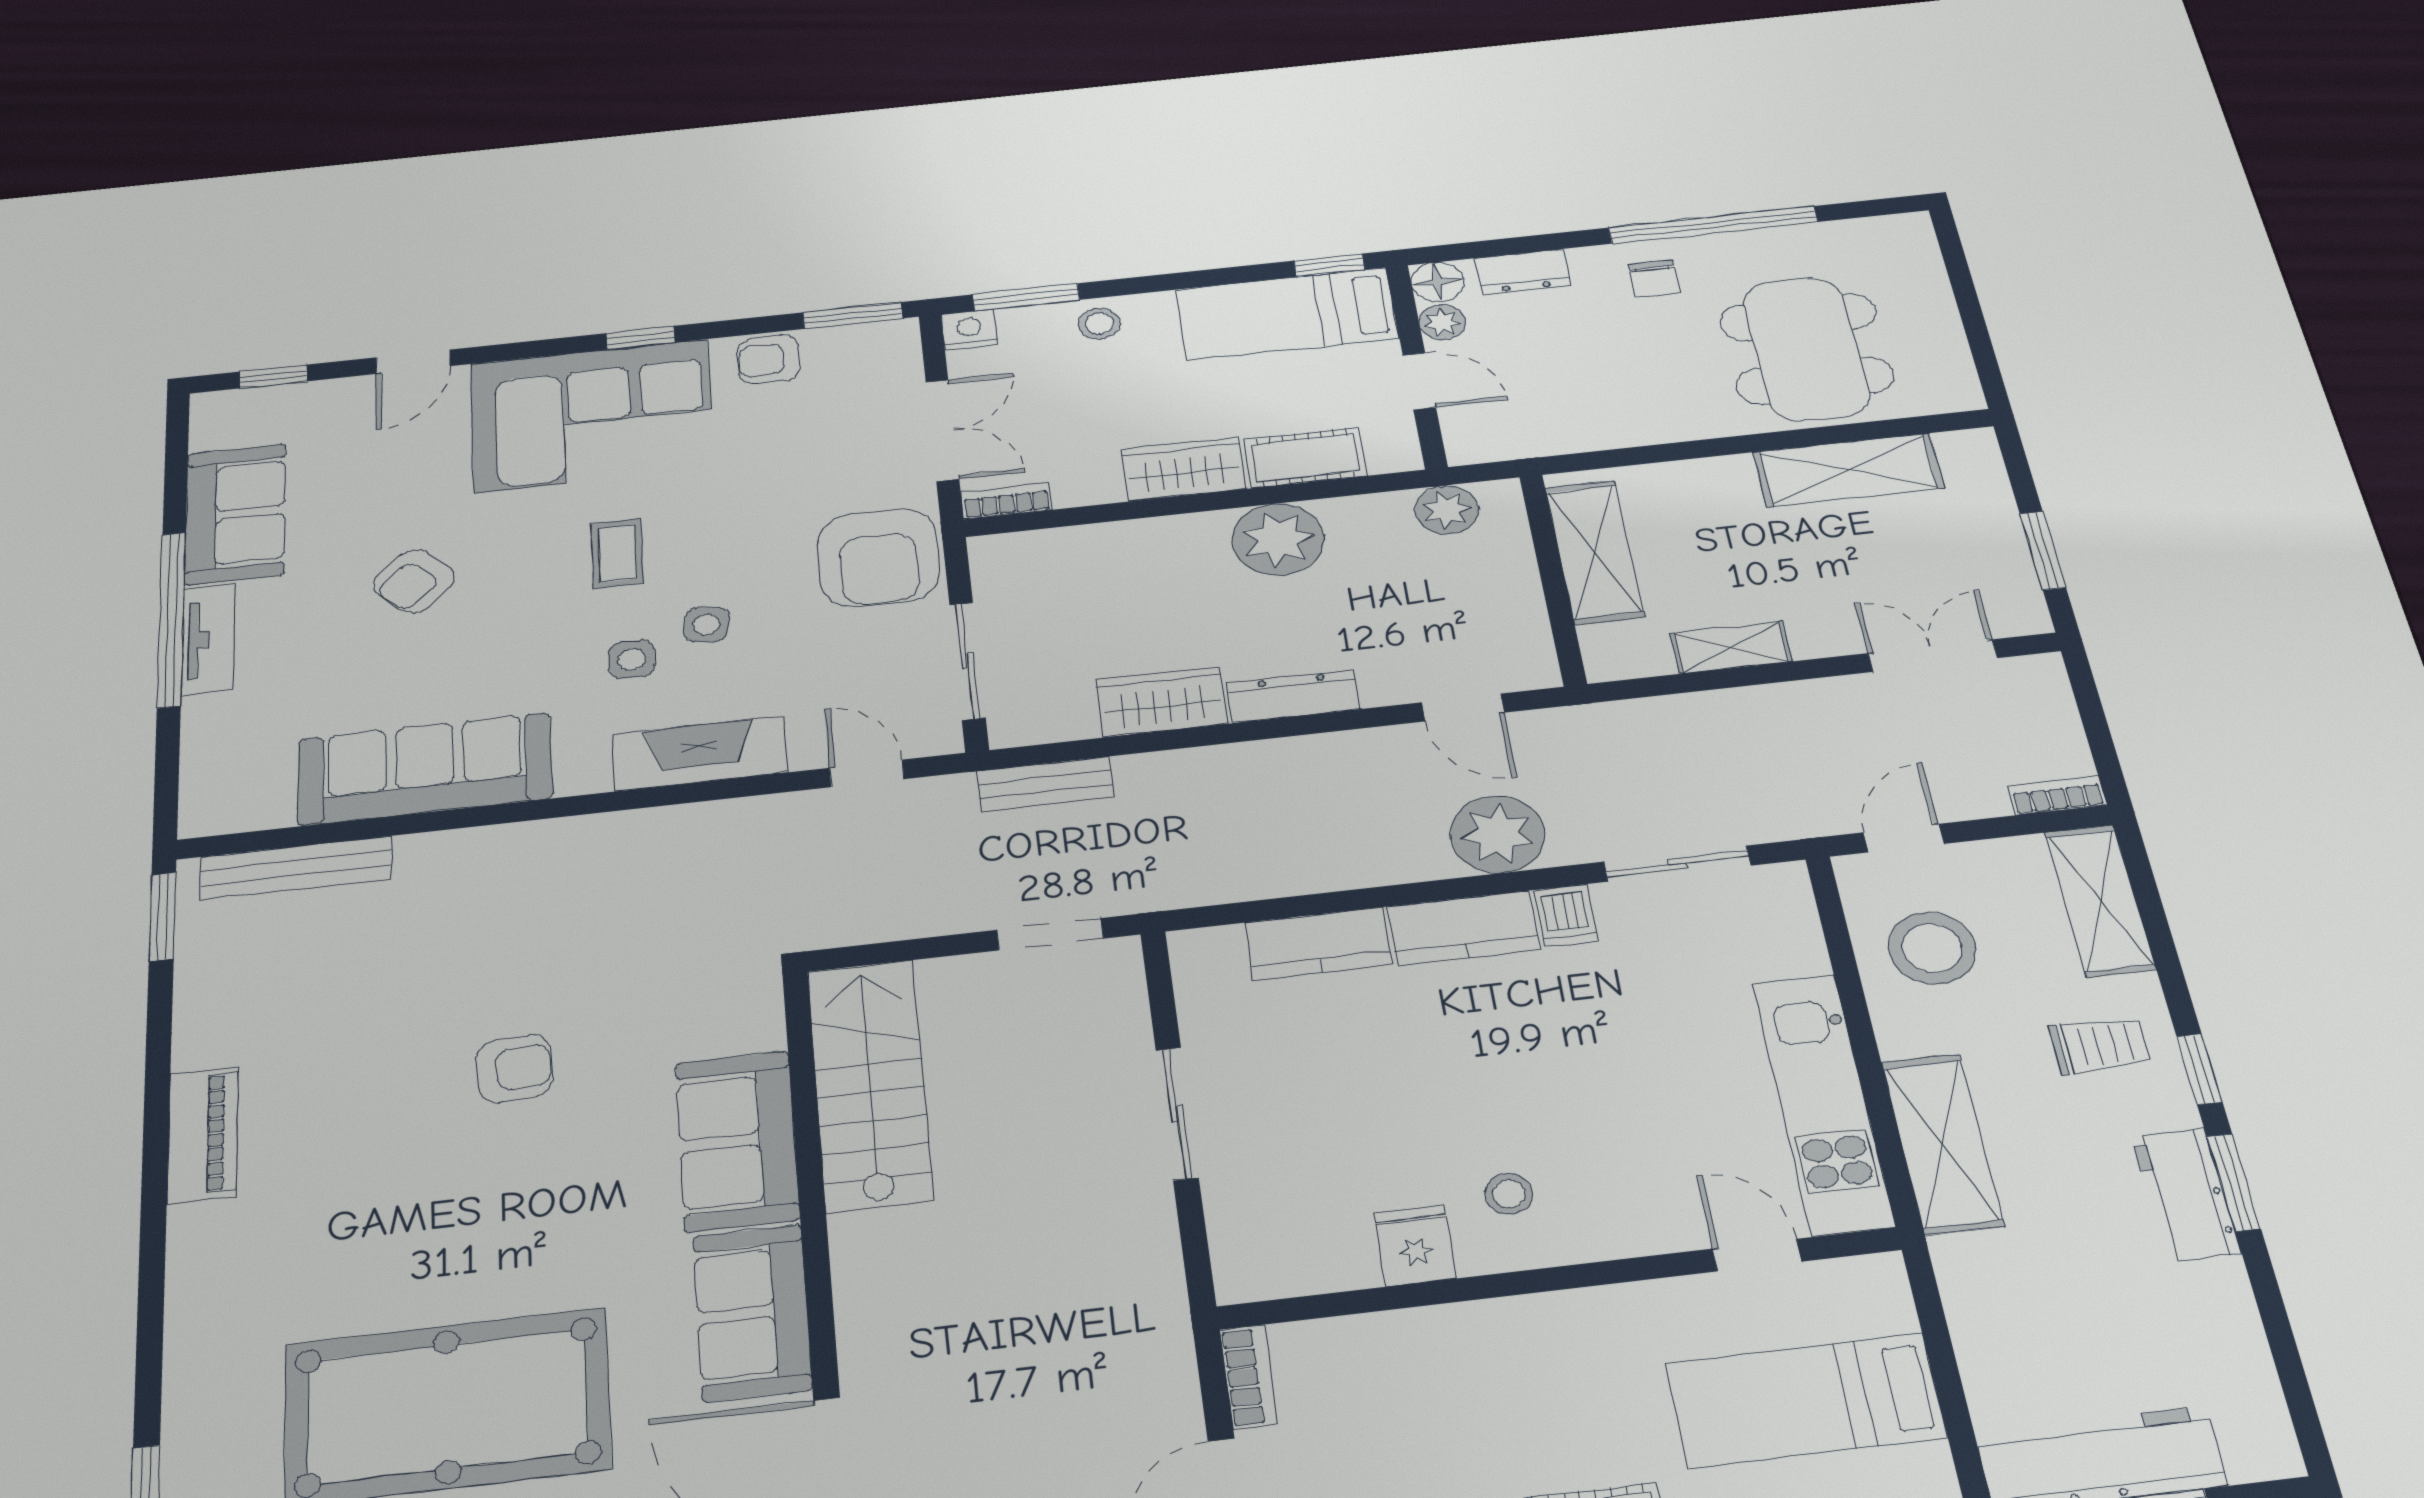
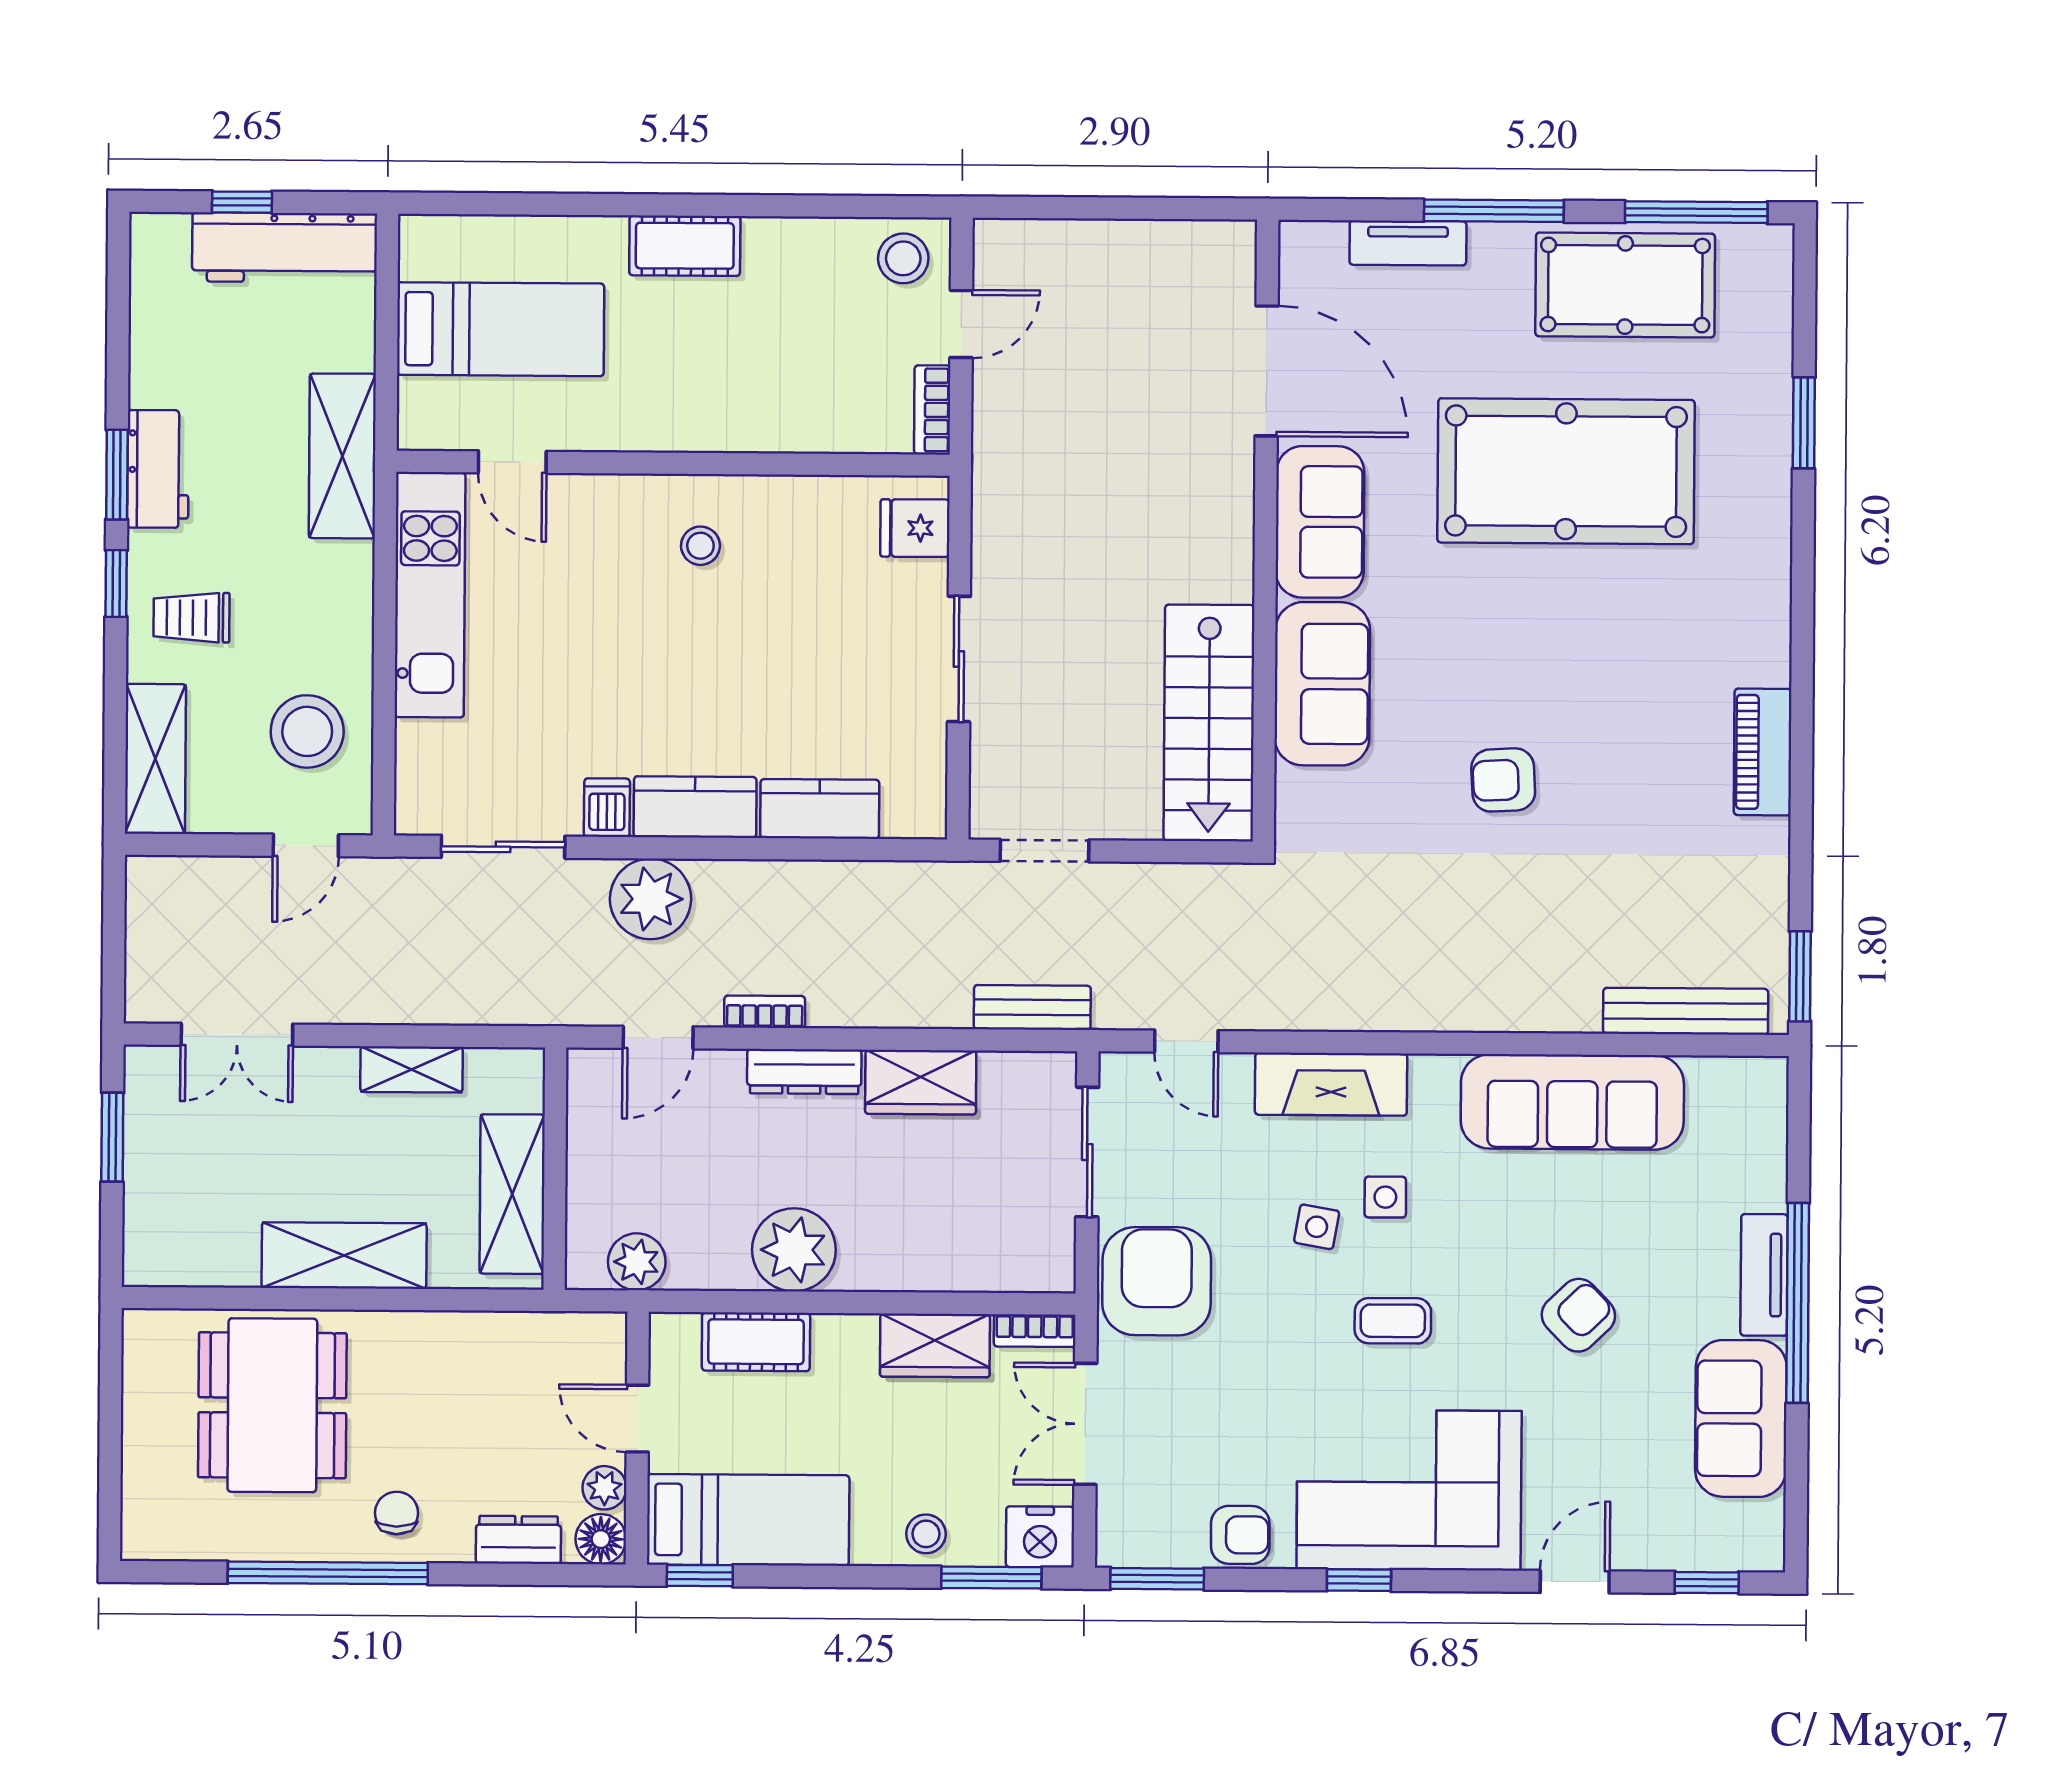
nightstand: (969, 330) -> (1040, 1537), width x1.36, depth x1.33
wardrobe: (1184, 469) -> (935, 1345), moved
shelving: (1848, 470) -> (344, 1256), moved
coffee table: (617, 553) -> (1393, 1321), turned 90
door: (1463, 708) -> (658, 1038), swing flipped
bookcase: (2057, 795) -> (765, 1012), moved, turned 180
shelving: (1942, 1144) -> (342, 456), moved
fridge: (1415, 1245) -> (915, 528), moved, turned 90

